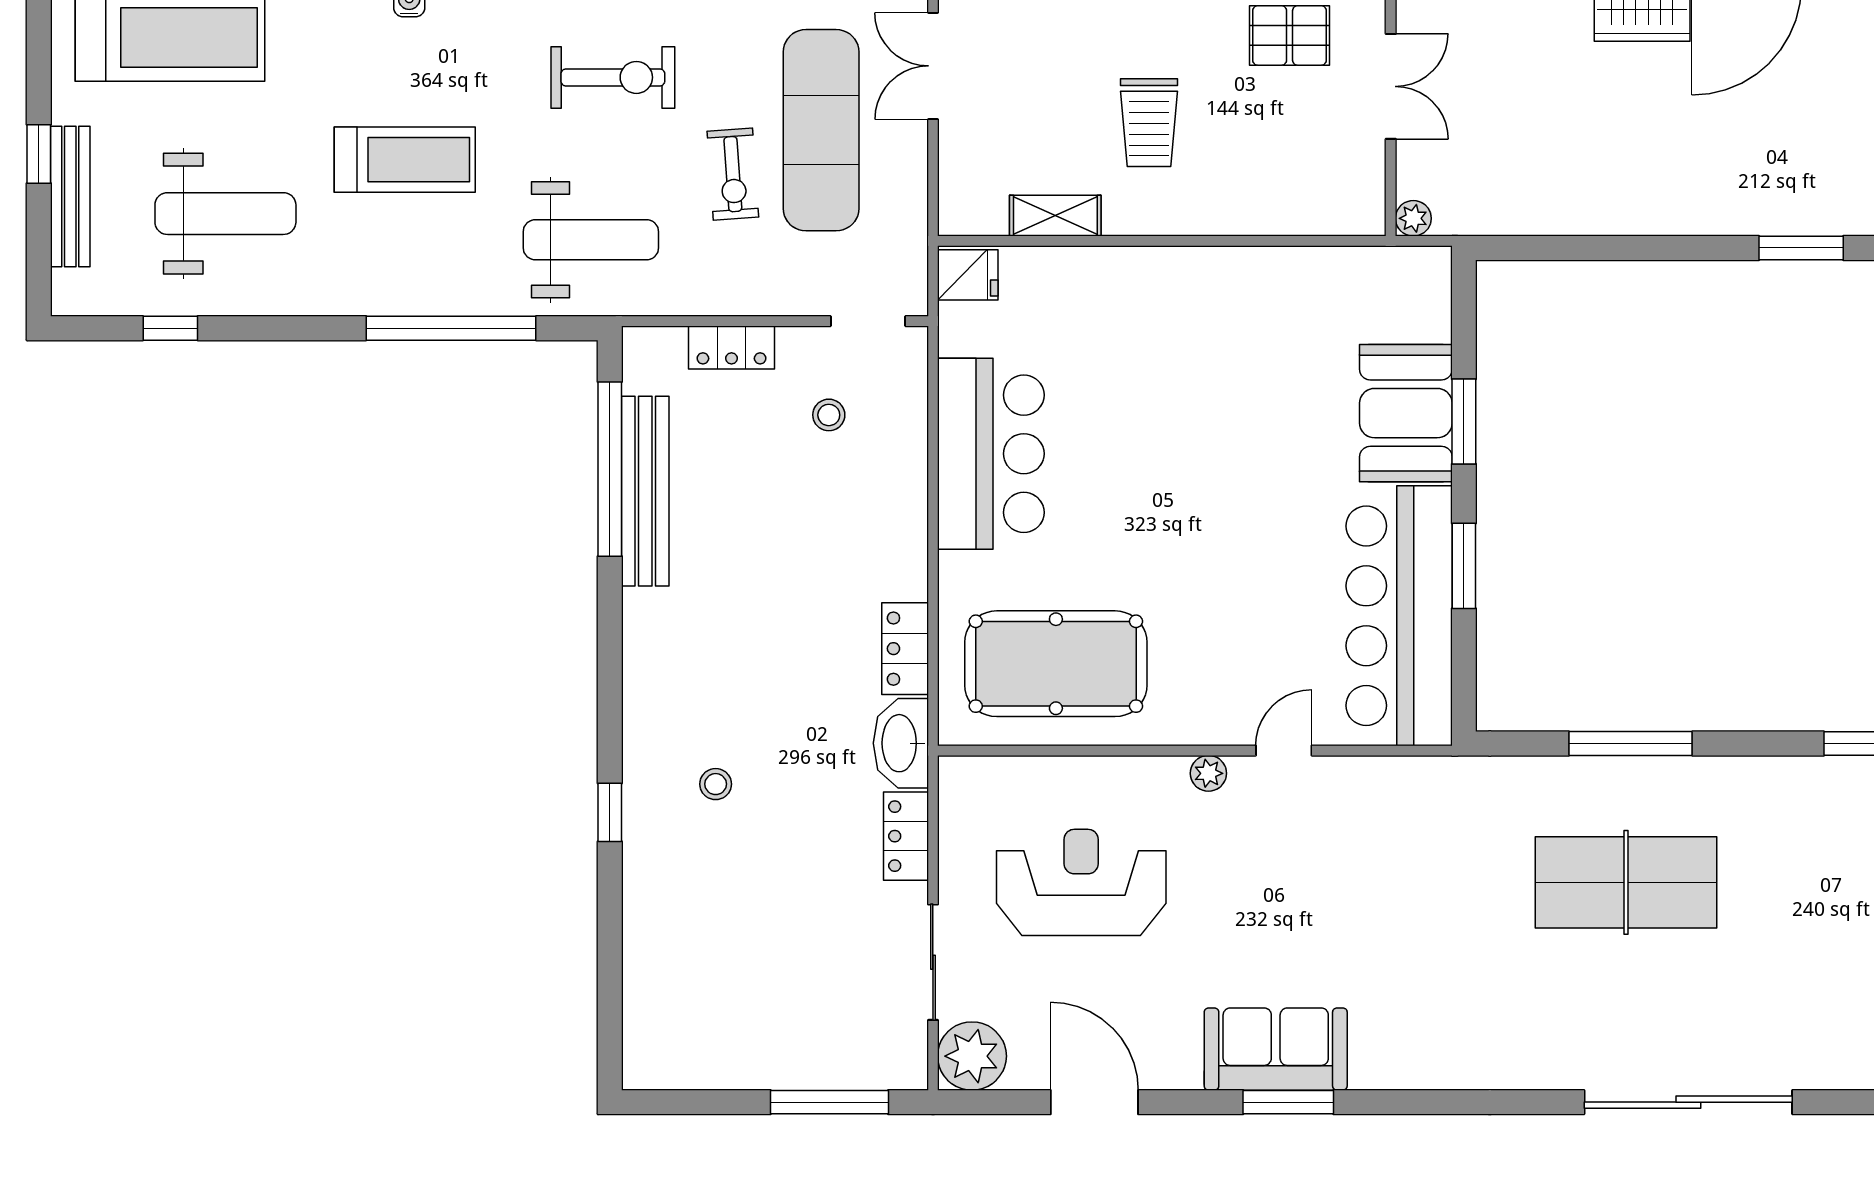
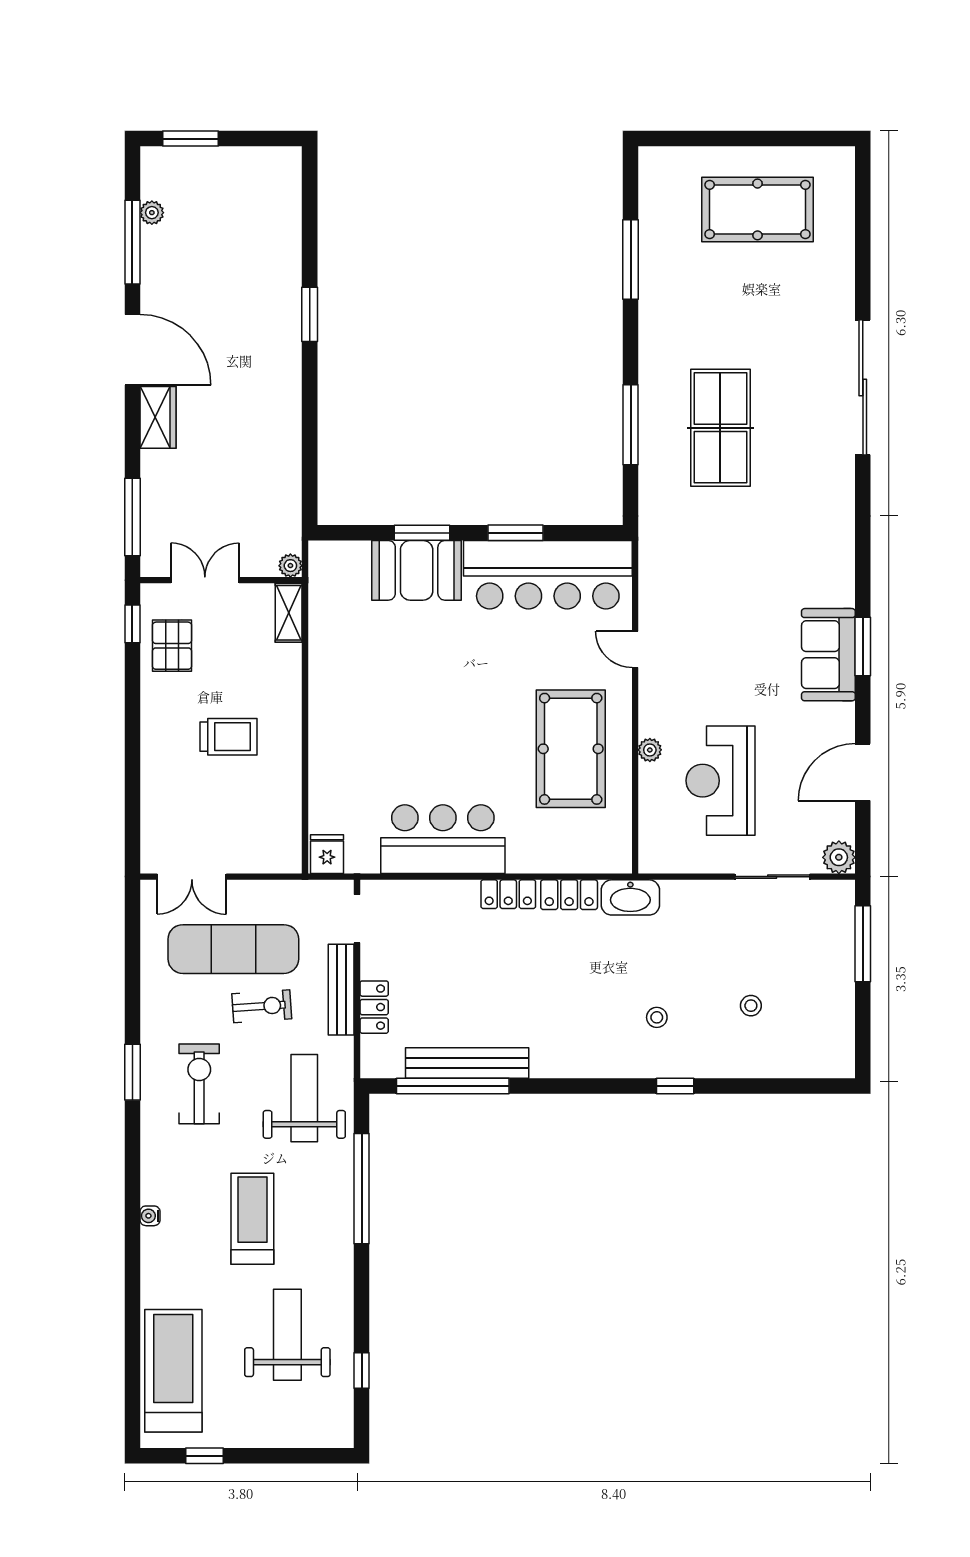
window: (39, 154) -> (205, 1456), moved
bench: (70, 197) -> (341, 990), moved, turned 90
shelving: (1055, 216) -> (289, 613), moved
stool: (829, 415) -> (751, 1006), moved
pool table: (1056, 664) -> (571, 749), moved
plant: (1208, 773) -> (650, 750), moved
locker: (906, 836) -> (508, 894), moved
plant: (972, 1056) -> (839, 857), width x0.73, depth x0.73

